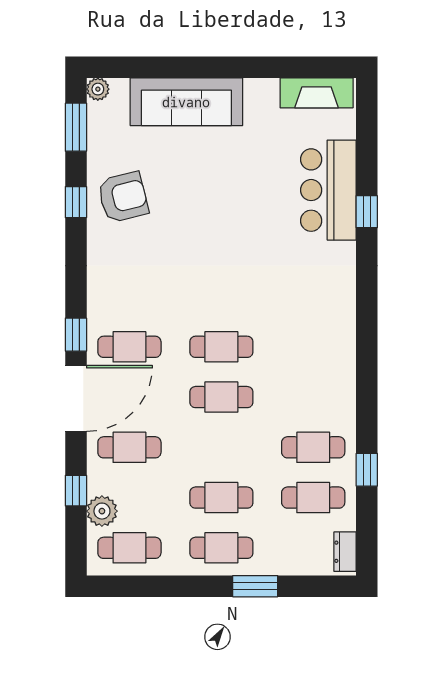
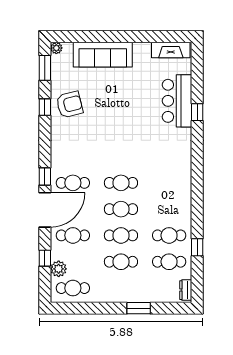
cafe table: (221, 548) -> (121, 235), moved

